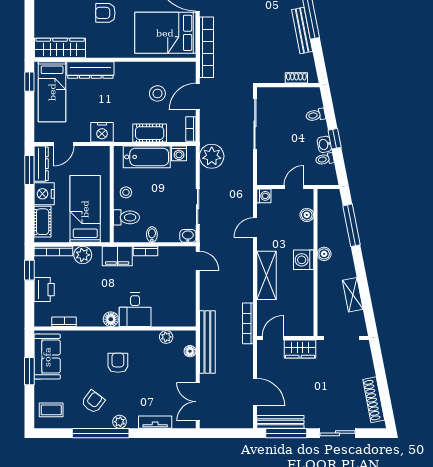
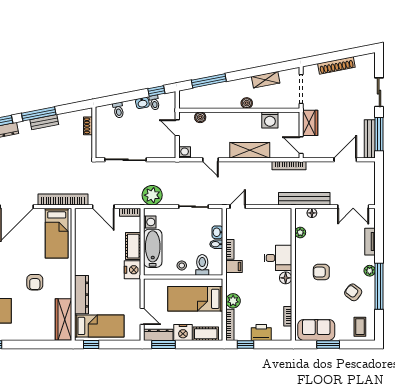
bench: (302, 31) -> (44, 122), width x0.73
bed: (165, 33) -> (57, 233), width x0.67
stool: (157, 93) -> (101, 240), removed
nightstand: (102, 132) -> (132, 270), moved
window: (335, 139) -> (156, 91), moved
washbasin: (188, 236) -> (217, 232), moved
boiler: (324, 254) -> (247, 103), moved
filing cabinet: (117, 256) -> (234, 267), width x0.50
washing machine: (304, 260) -> (270, 120), moved
shoe rack: (374, 400) -> (336, 65), moved

